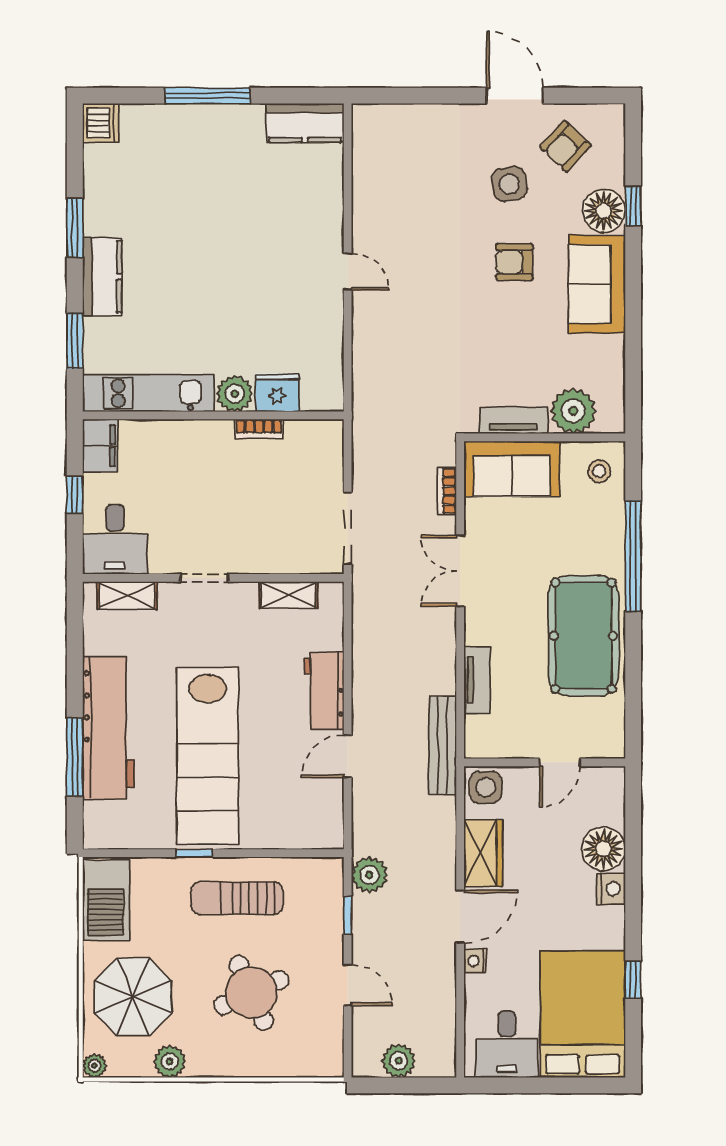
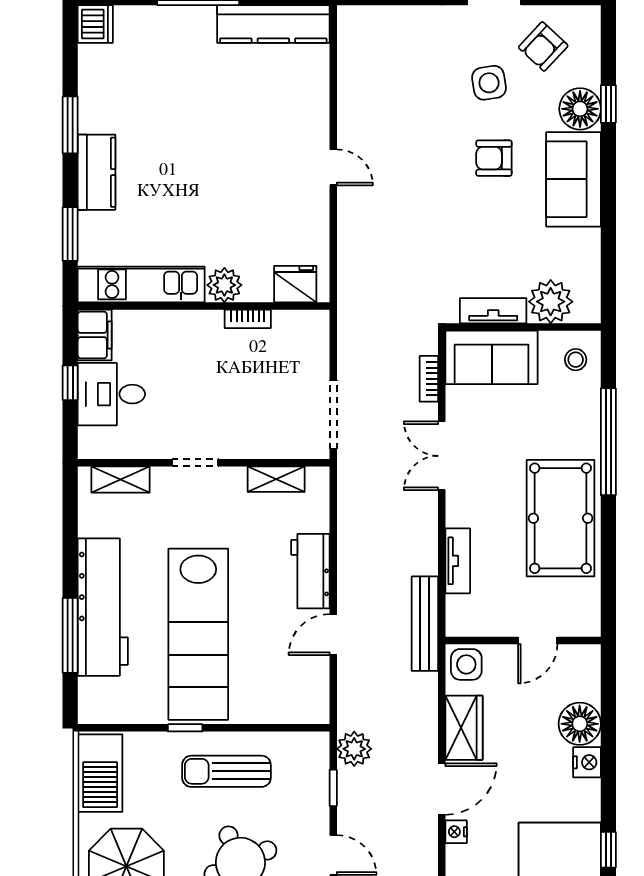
kitchen counter: (305, 123) -> (273, 24), width x1.50
fridge: (277, 393) -> (295, 284), moved
desk: (115, 539) -> (111, 394), moved, turned 90

